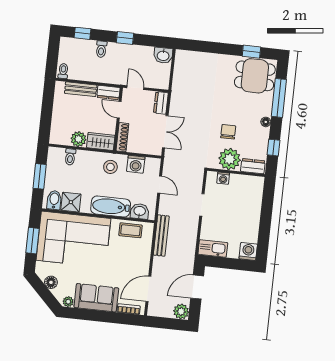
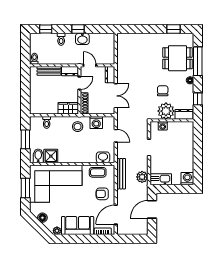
washbasin: (163, 55) -> (82, 39), moved
dining table: (255, 76) -> (177, 58), moved
door: (119, 110) -> (79, 83), swing flipped
plant: (79, 139) -> (51, 108), removed
bathtub: (111, 206) -> (81, 156), removed
armchair: (133, 259) -> (102, 194), added
plant: (181, 311) -> (142, 177), moved

